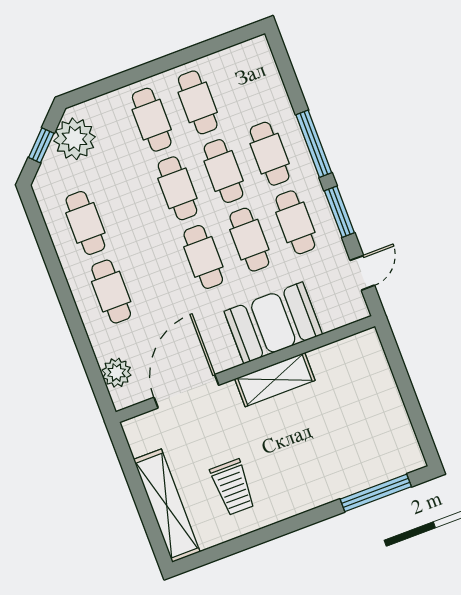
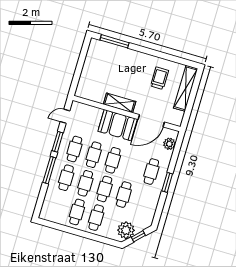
cafe table: (85, 223) -> (124, 195), moved
window: (64, 294) -> (167, 182), added
booth: (273, 323) -> (118, 125), moved

